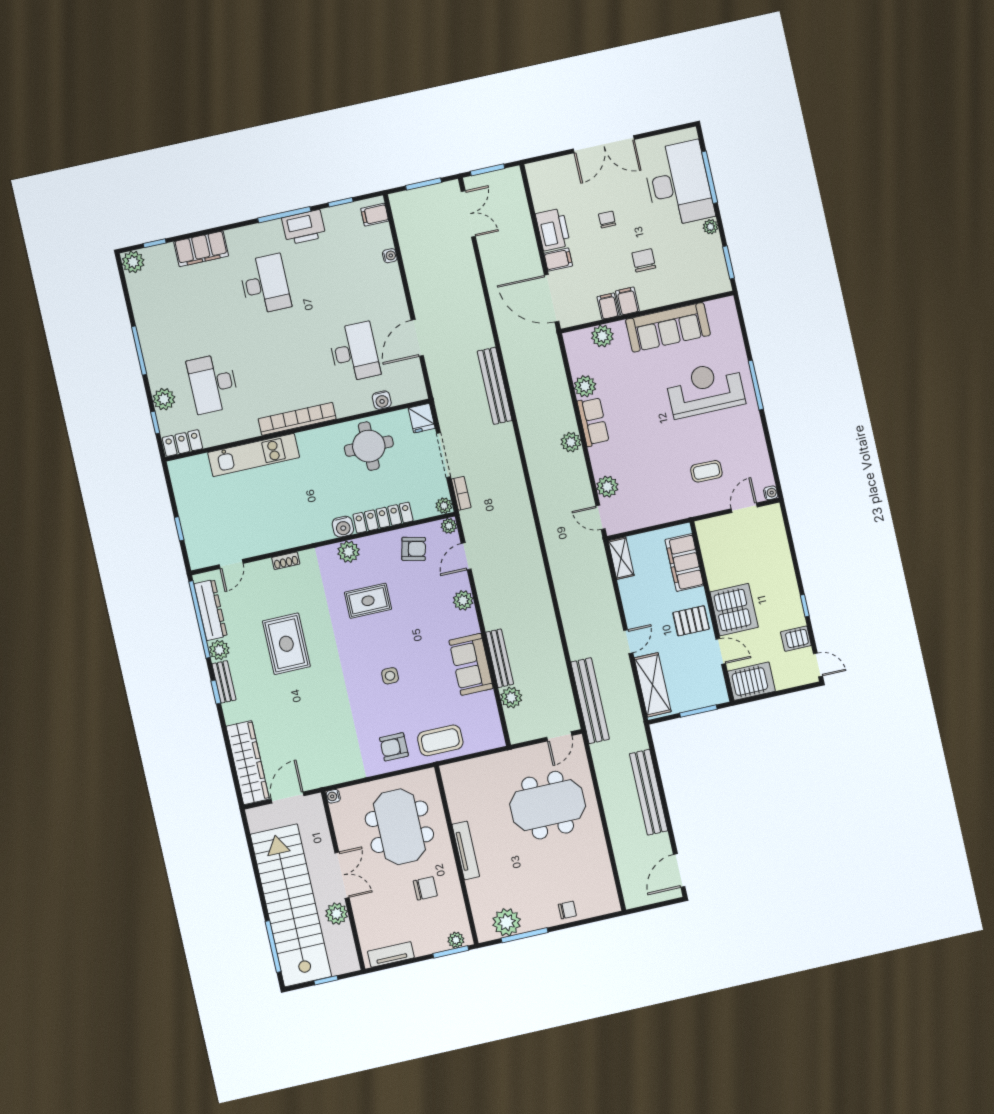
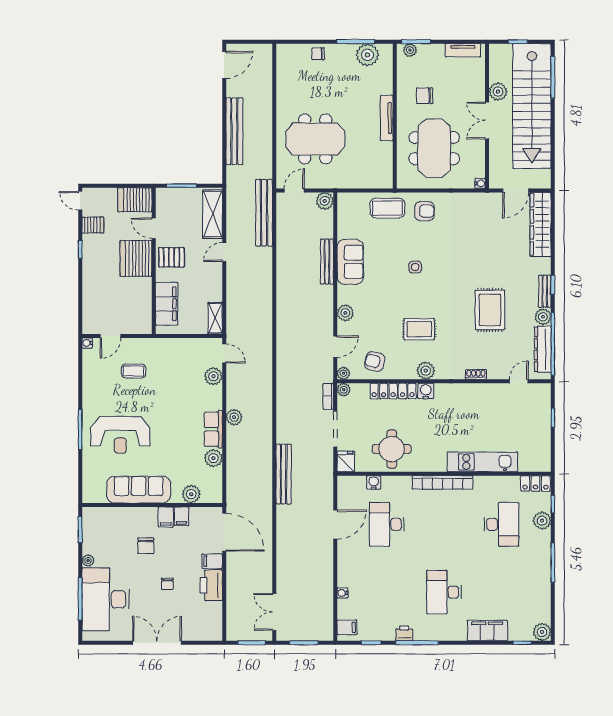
printer: (304, 227) -> (404, 633), width x0.53, depth x0.68
plant: (511, 698) -> (325, 201), moved

